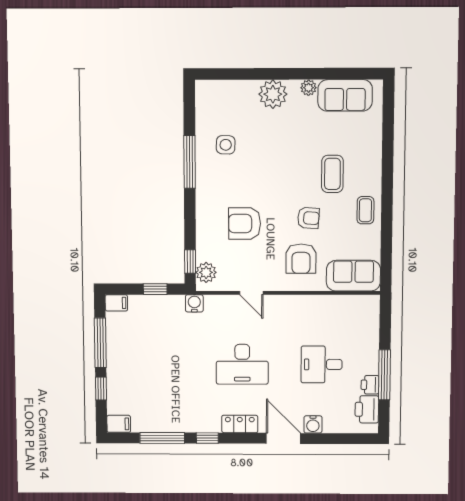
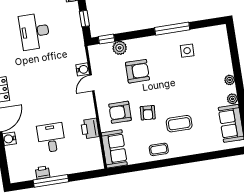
plant: (273, 94) -> (230, 80), width x0.53, depth x0.53
armchair: (245, 224) -> (137, 71), turned 90
plant: (206, 272) -> (120, 48), moved
water cooler: (194, 303) -> (83, 69), moved
desk: (242, 364) -> (34, 31), moved
printer: (367, 409) -> (90, 129), moved, turned -90

